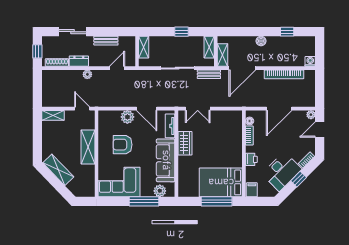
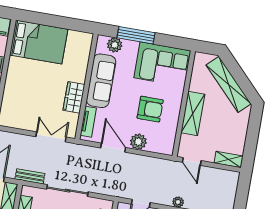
shelving: (58, 170) -> (229, 84), width x1.47
window: (217, 201) -> (48, 20), removed

